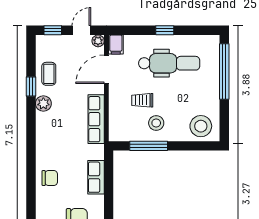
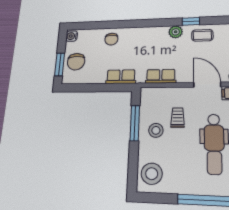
row of seats: (96, 119) -> (161, 76), width x0.68
row of seats: (96, 177) -> (121, 77), moved

